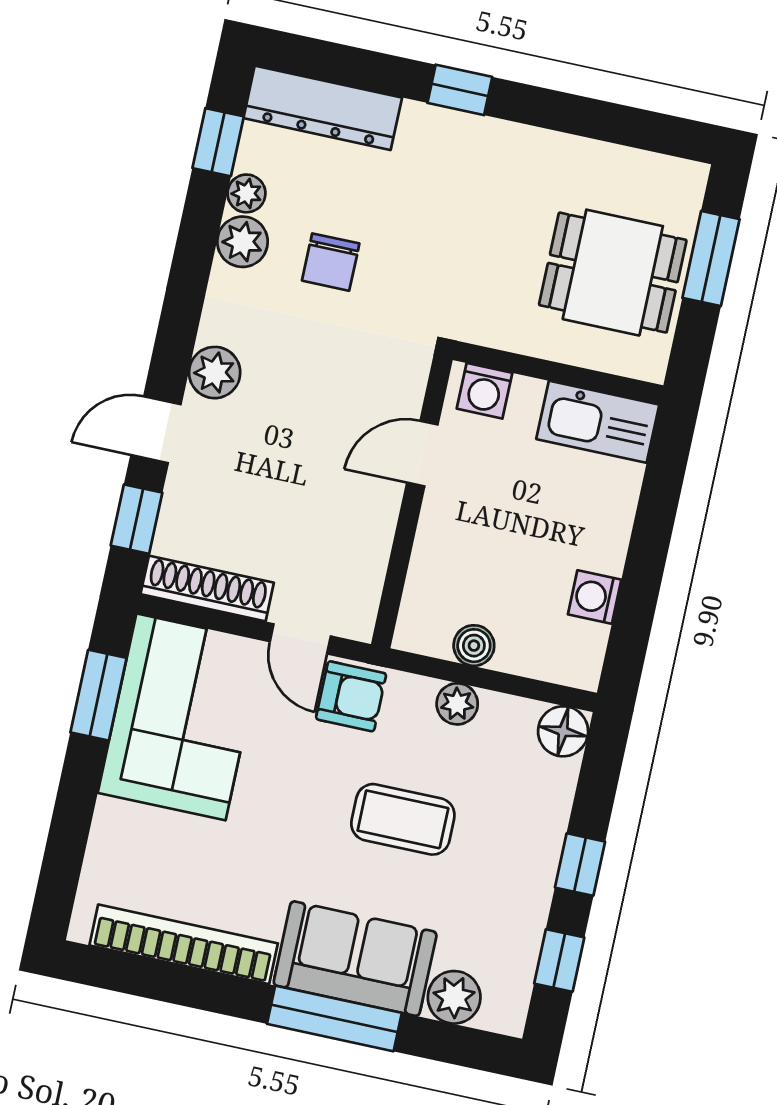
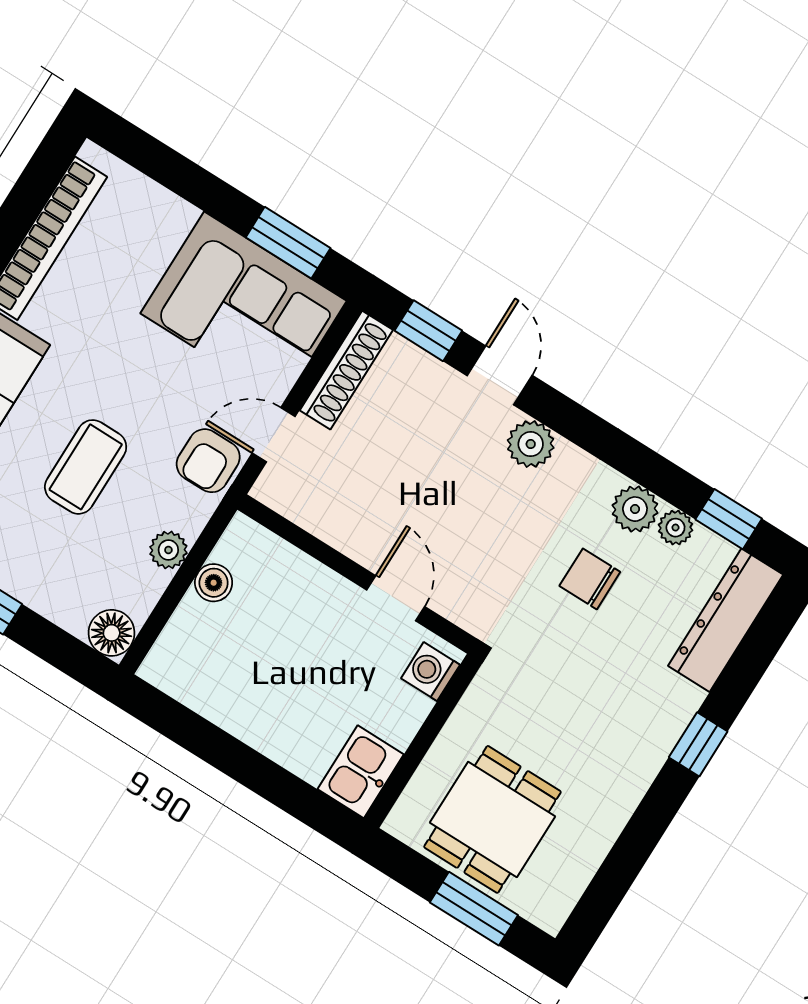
kitchen sink: (598, 422) -> (361, 772), width x0.73
washing machine: (595, 597) -> (218, 702), removed

